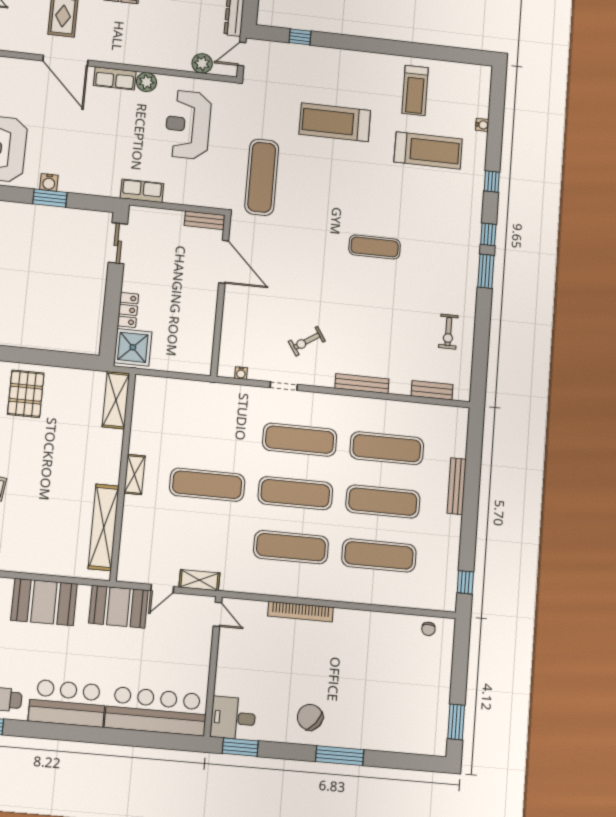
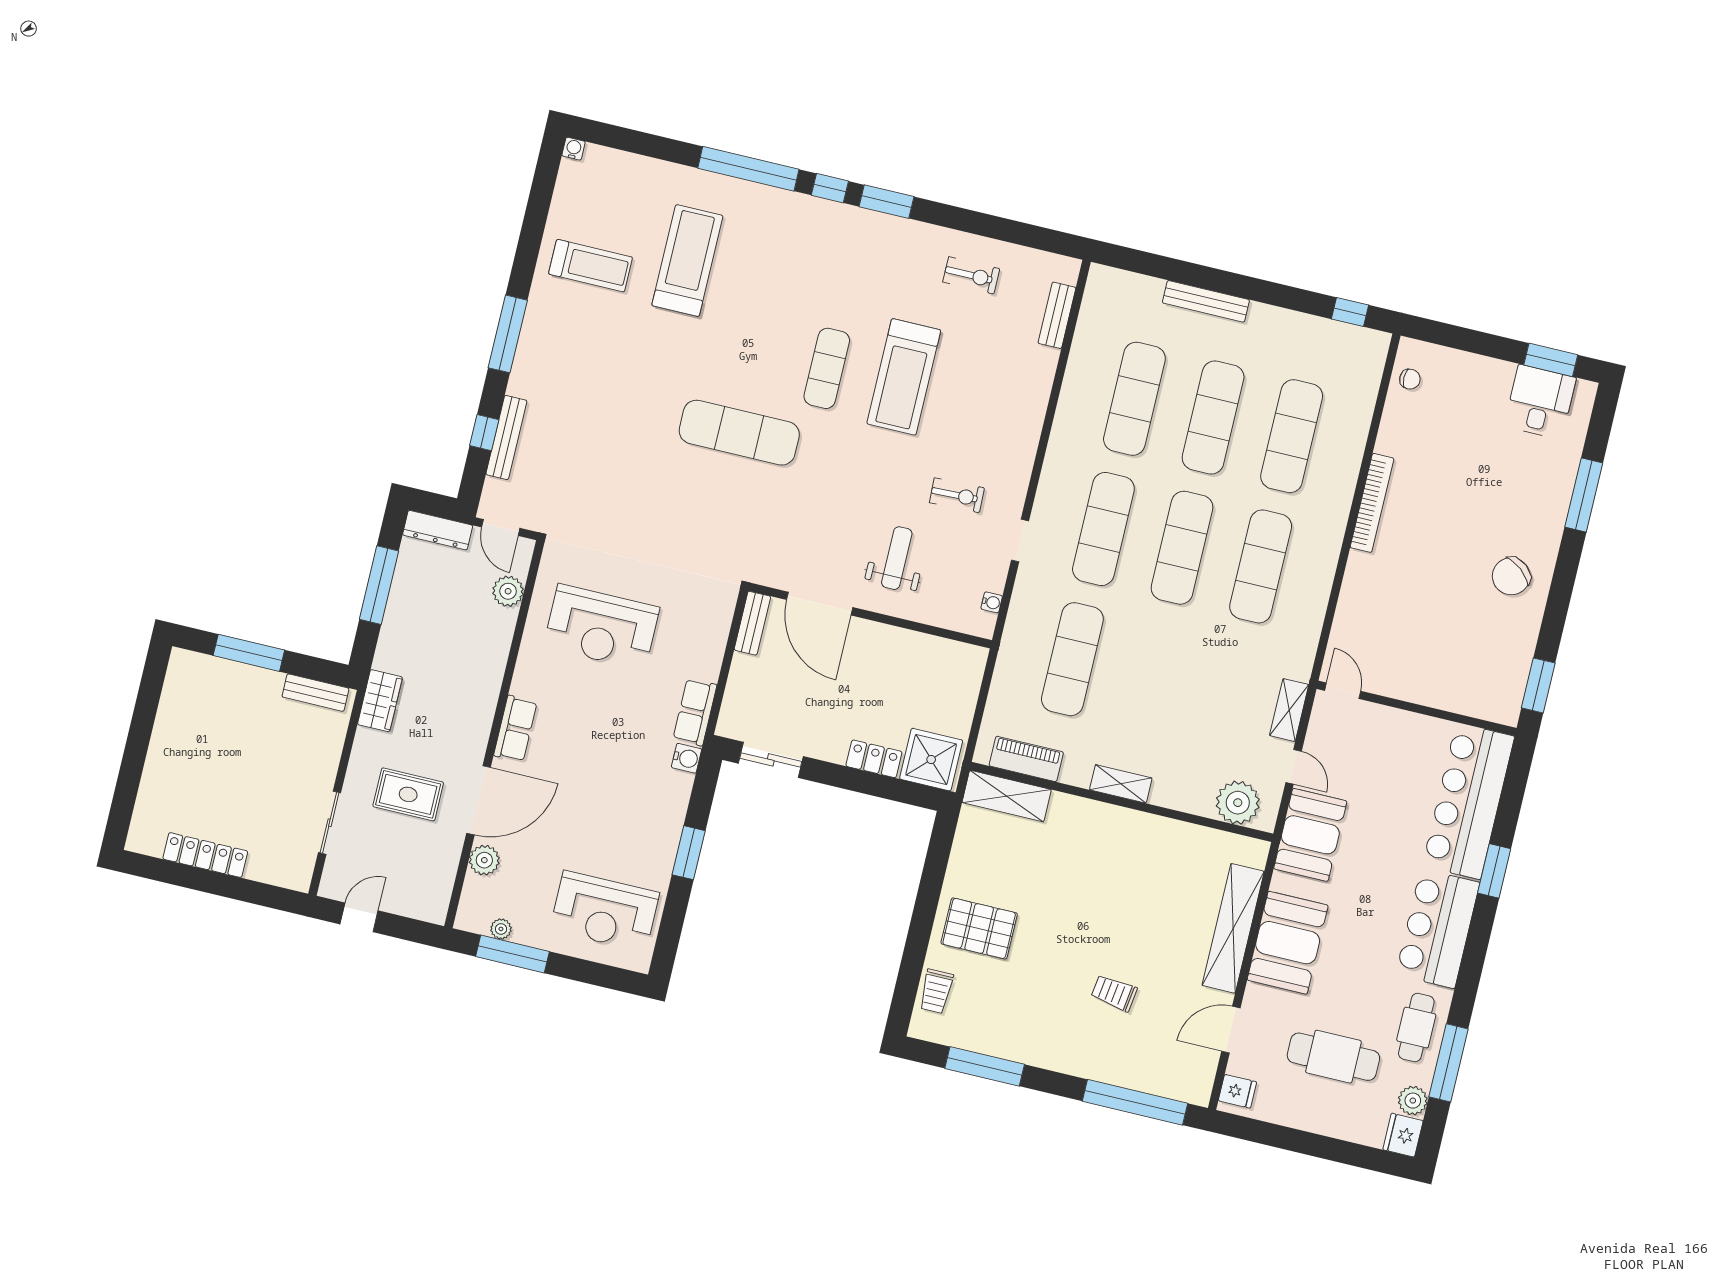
window: (364, 44) -> (508, 334), added
plant: (146, 82) -> (484, 860), moved
treadmill: (335, 122) -> (904, 377), moved
water cooler: (482, 125) -> (574, 149), moved
exercise mat: (262, 177) -> (739, 433), moved
window: (492, 181) -> (748, 169), width x3.17
water cooler: (49, 182) -> (687, 758), moved
door: (224, 262) -> (820, 604), swing flipped
weight bench: (260, 308) -> (897, 558), added
exercise bike: (307, 341) -> (957, 495), turned -59
bench: (362, 384) -> (506, 437), moved
piano: (142, 410) -> (1026, 759), added
exercise mat: (207, 485) -> (1072, 659), moved
shelving: (104, 527) -> (1233, 928), moved, turned 90
plant: (133, 555) -> (1238, 803), added
bookcase: (300, 612) -> (1372, 503), moved
door: (217, 614) -> (1343, 691), hinge flipped
desk: (233, 718) -> (1540, 402), moved, turned 180
window: (112, 736) -> (1494, 871), added
window: (340, 756) -> (1584, 495), moved

